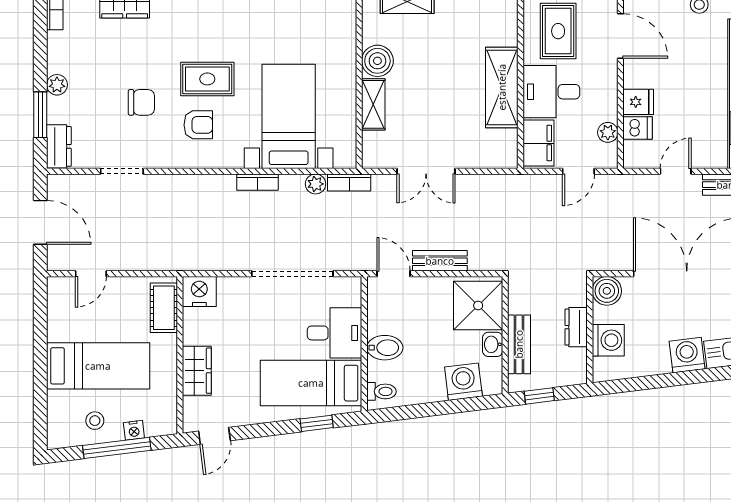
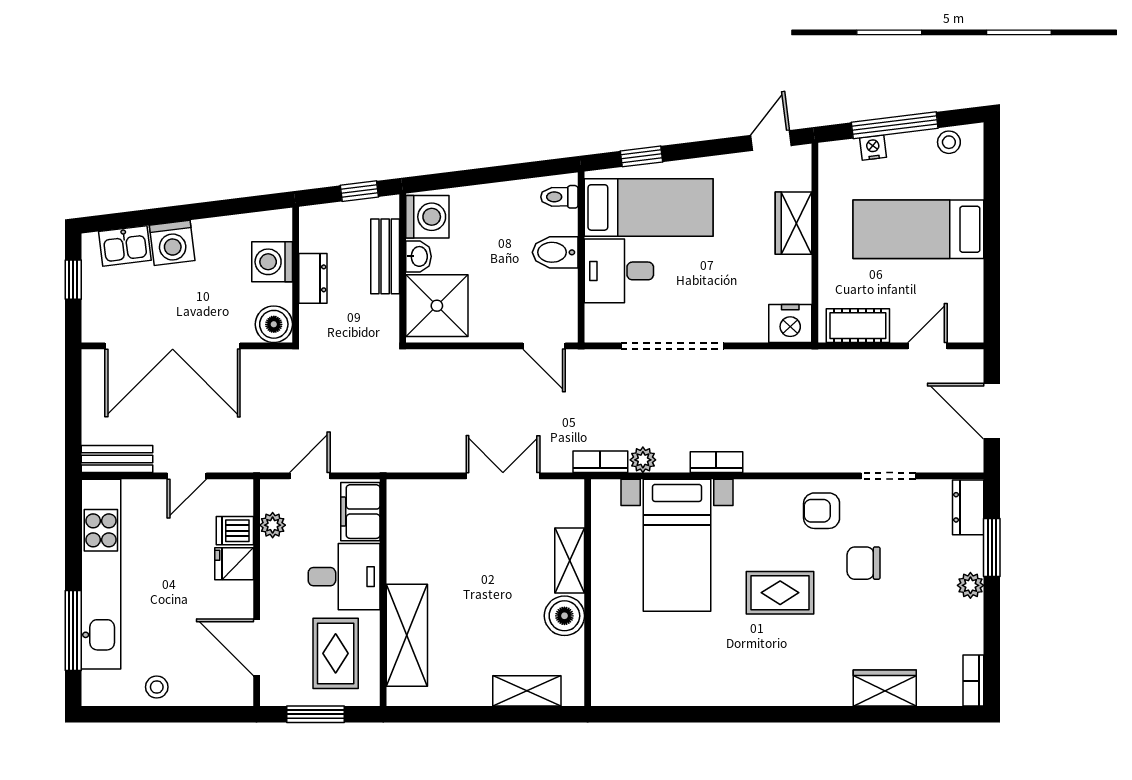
shelving: (502, 87) -> (407, 635), moved
armchair: (198, 125) -> (822, 511), moved
bench: (440, 261) -> (485, 362), removed
cot: (164, 308) -> (858, 326), moved, turned 90
washing machine: (463, 382) -> (427, 217), moved, turned -83
stool: (95, 421) -> (949, 142), moved

